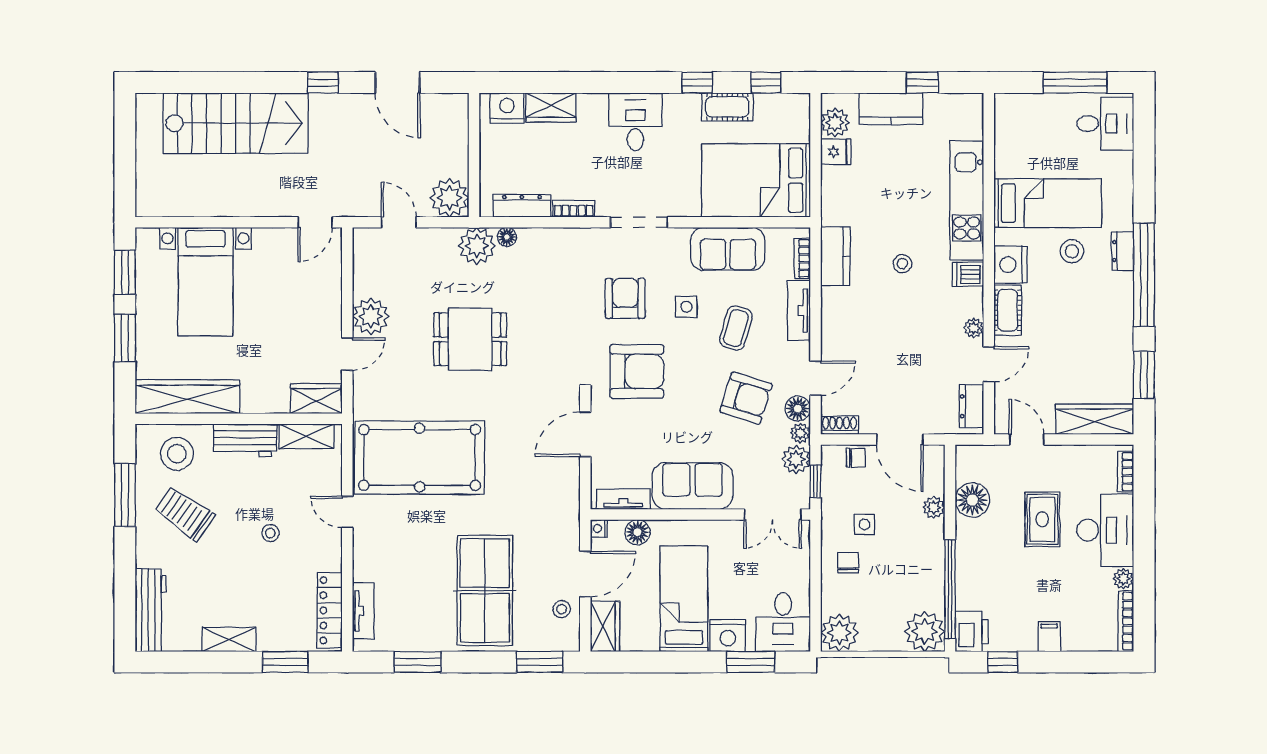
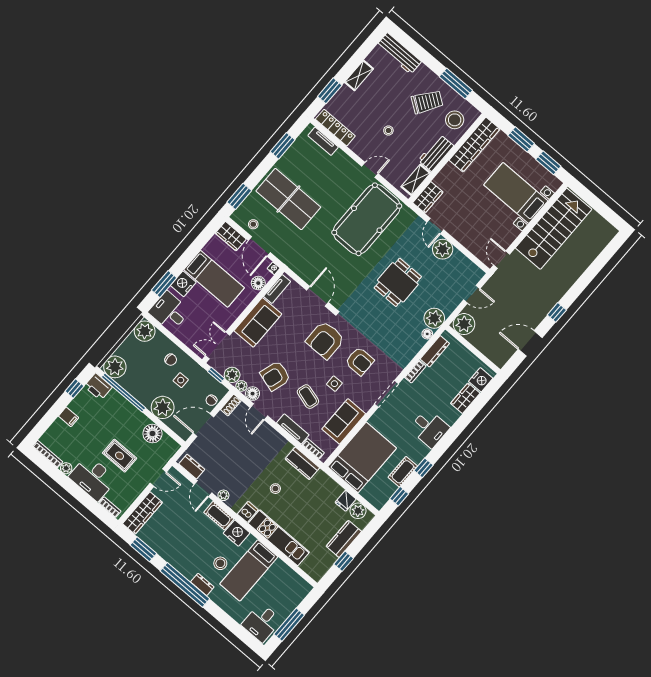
stairs: (236, 123) -> (554, 229), moved, turned 180
plant: (934, 507) -> (163, 407), width x1.87, depth x1.87

